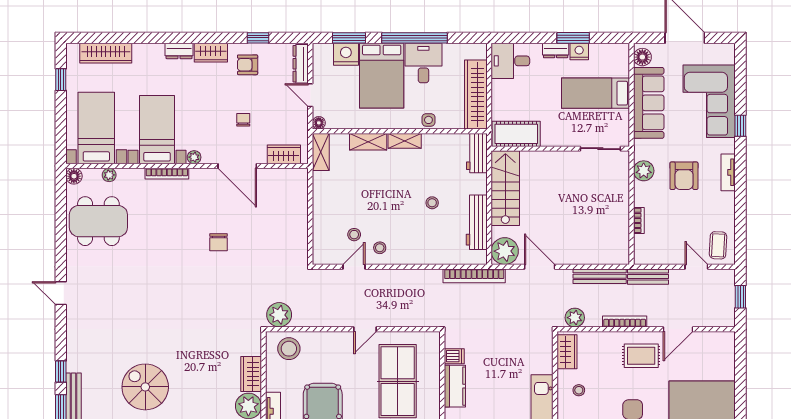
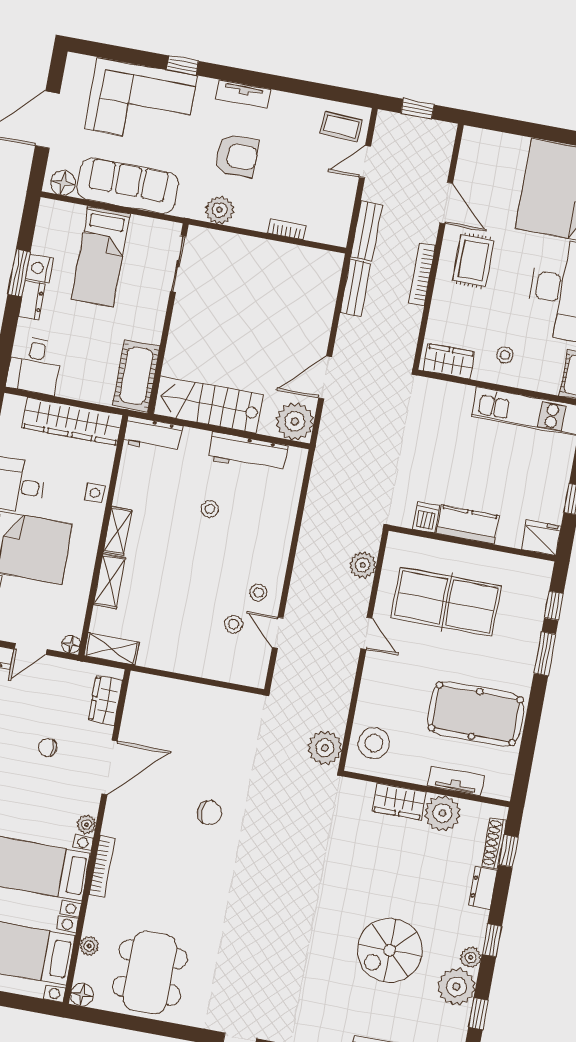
bookcase: (474, 276) -> (321, 470), removed
bench: (600, 276) -> (355, 288), width x0.73
plant: (575, 318) -> (363, 565), moved

